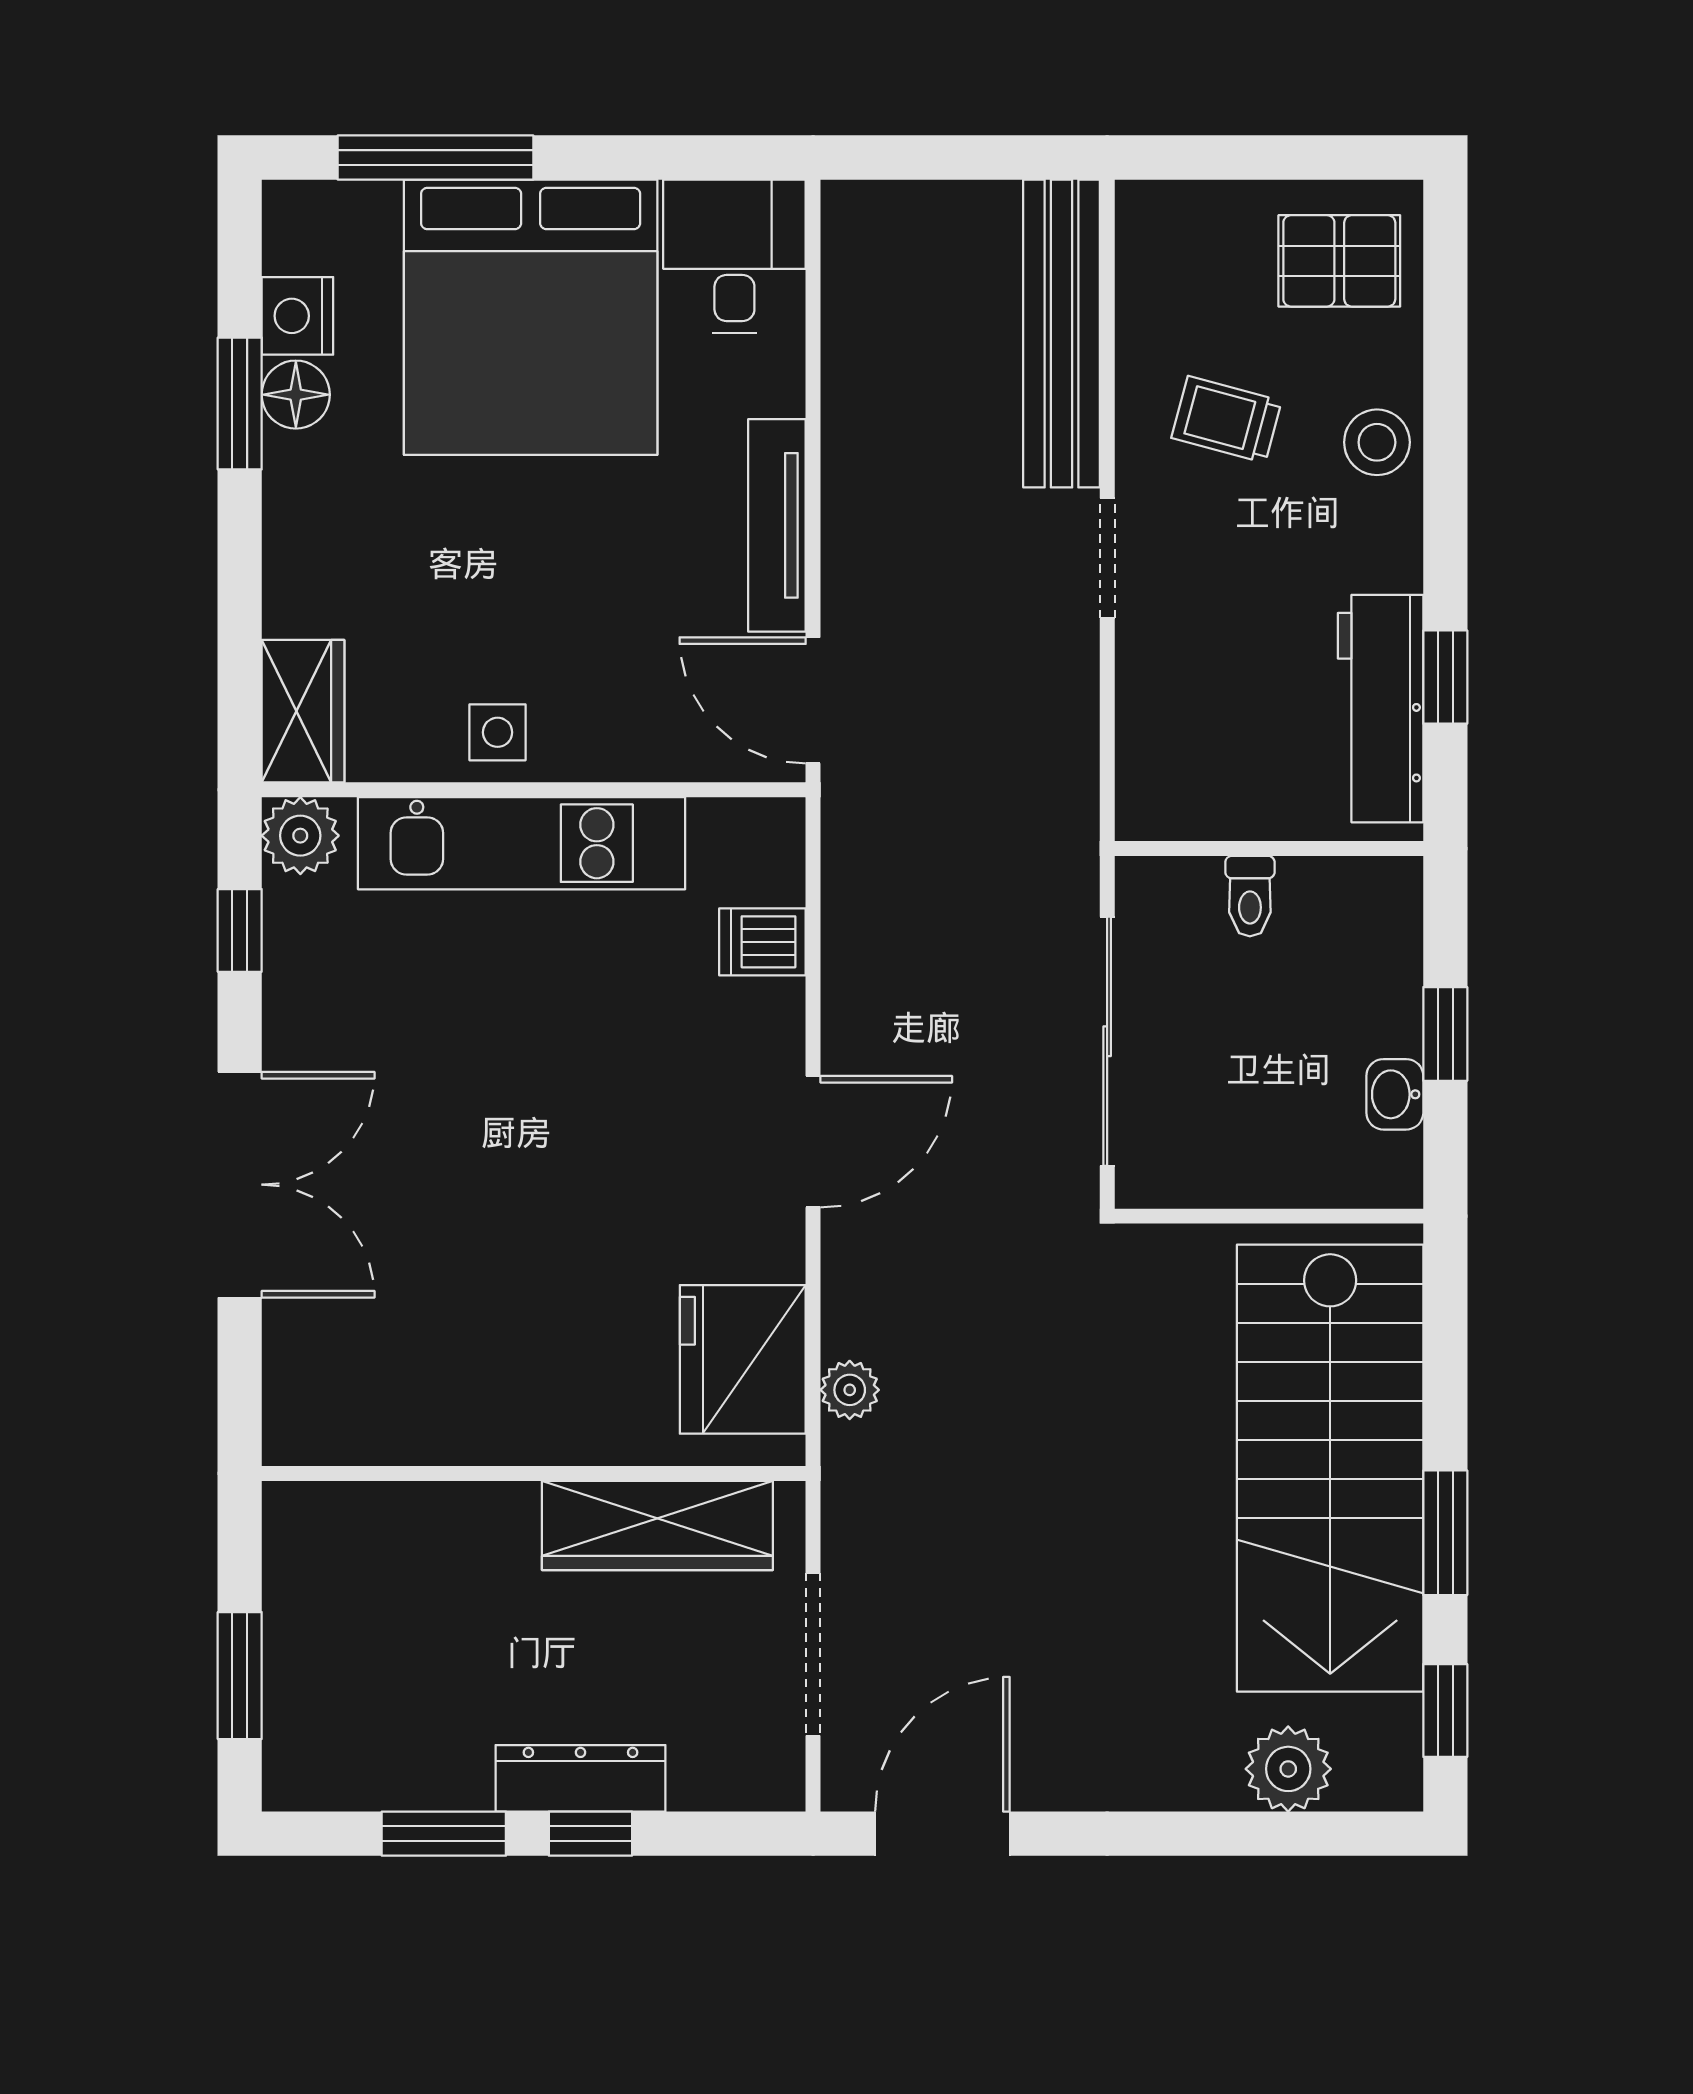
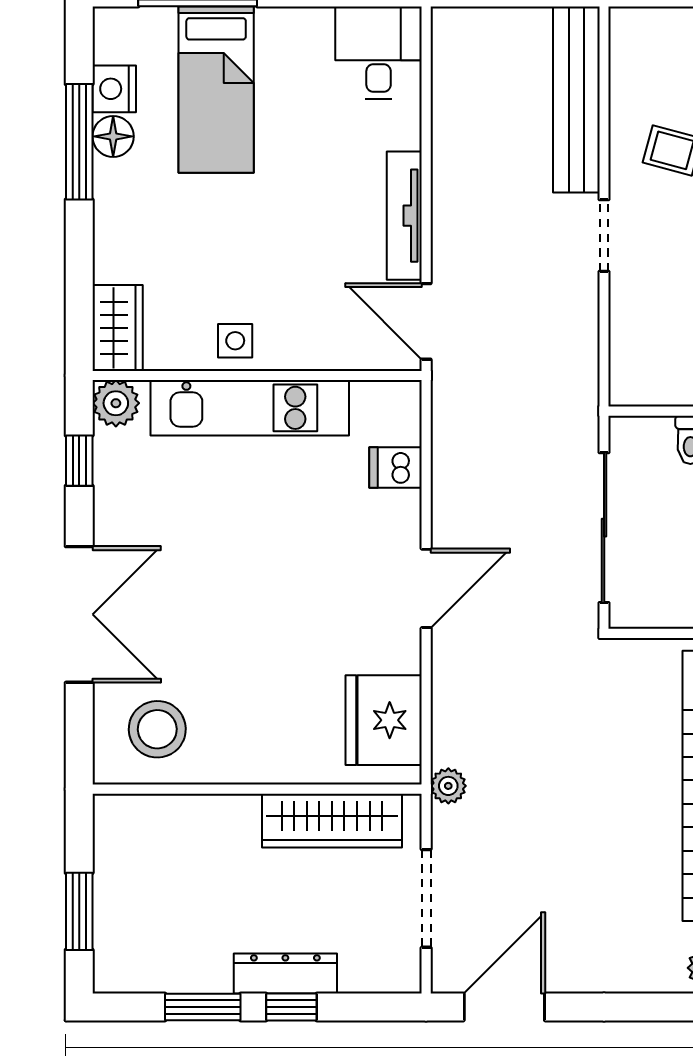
bed: (531, 317) -> (216, 90), width x0.49
window: (240, 403) -> (79, 142), width x1.44
stool: (369, 1374) -> (157, 729), added
plant: (850, 1390) -> (448, 786), moved

